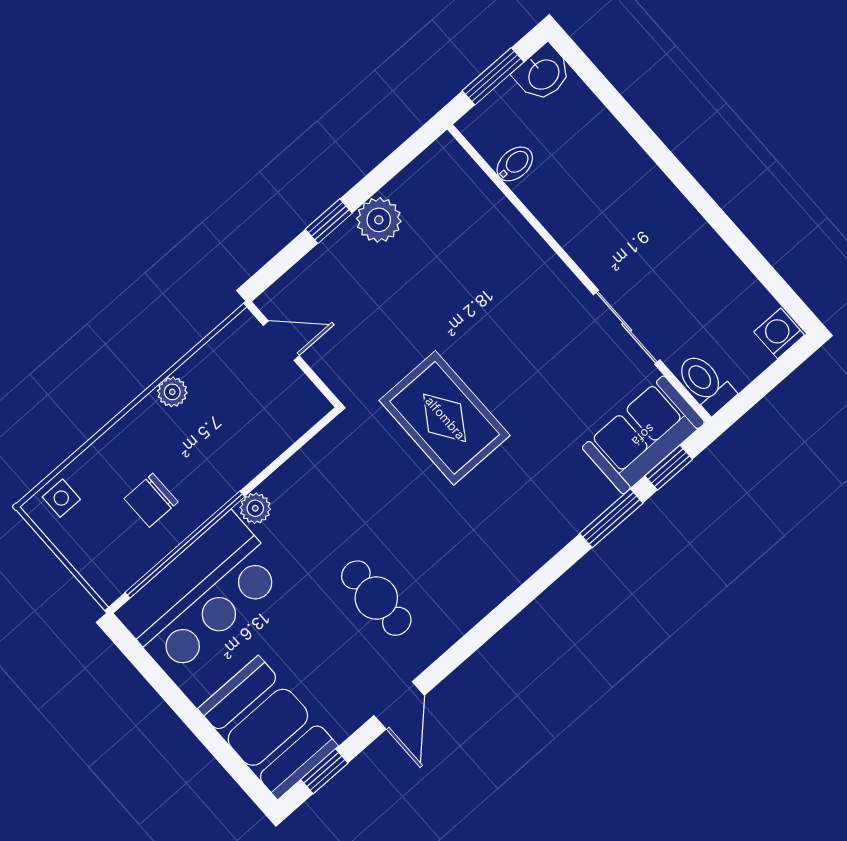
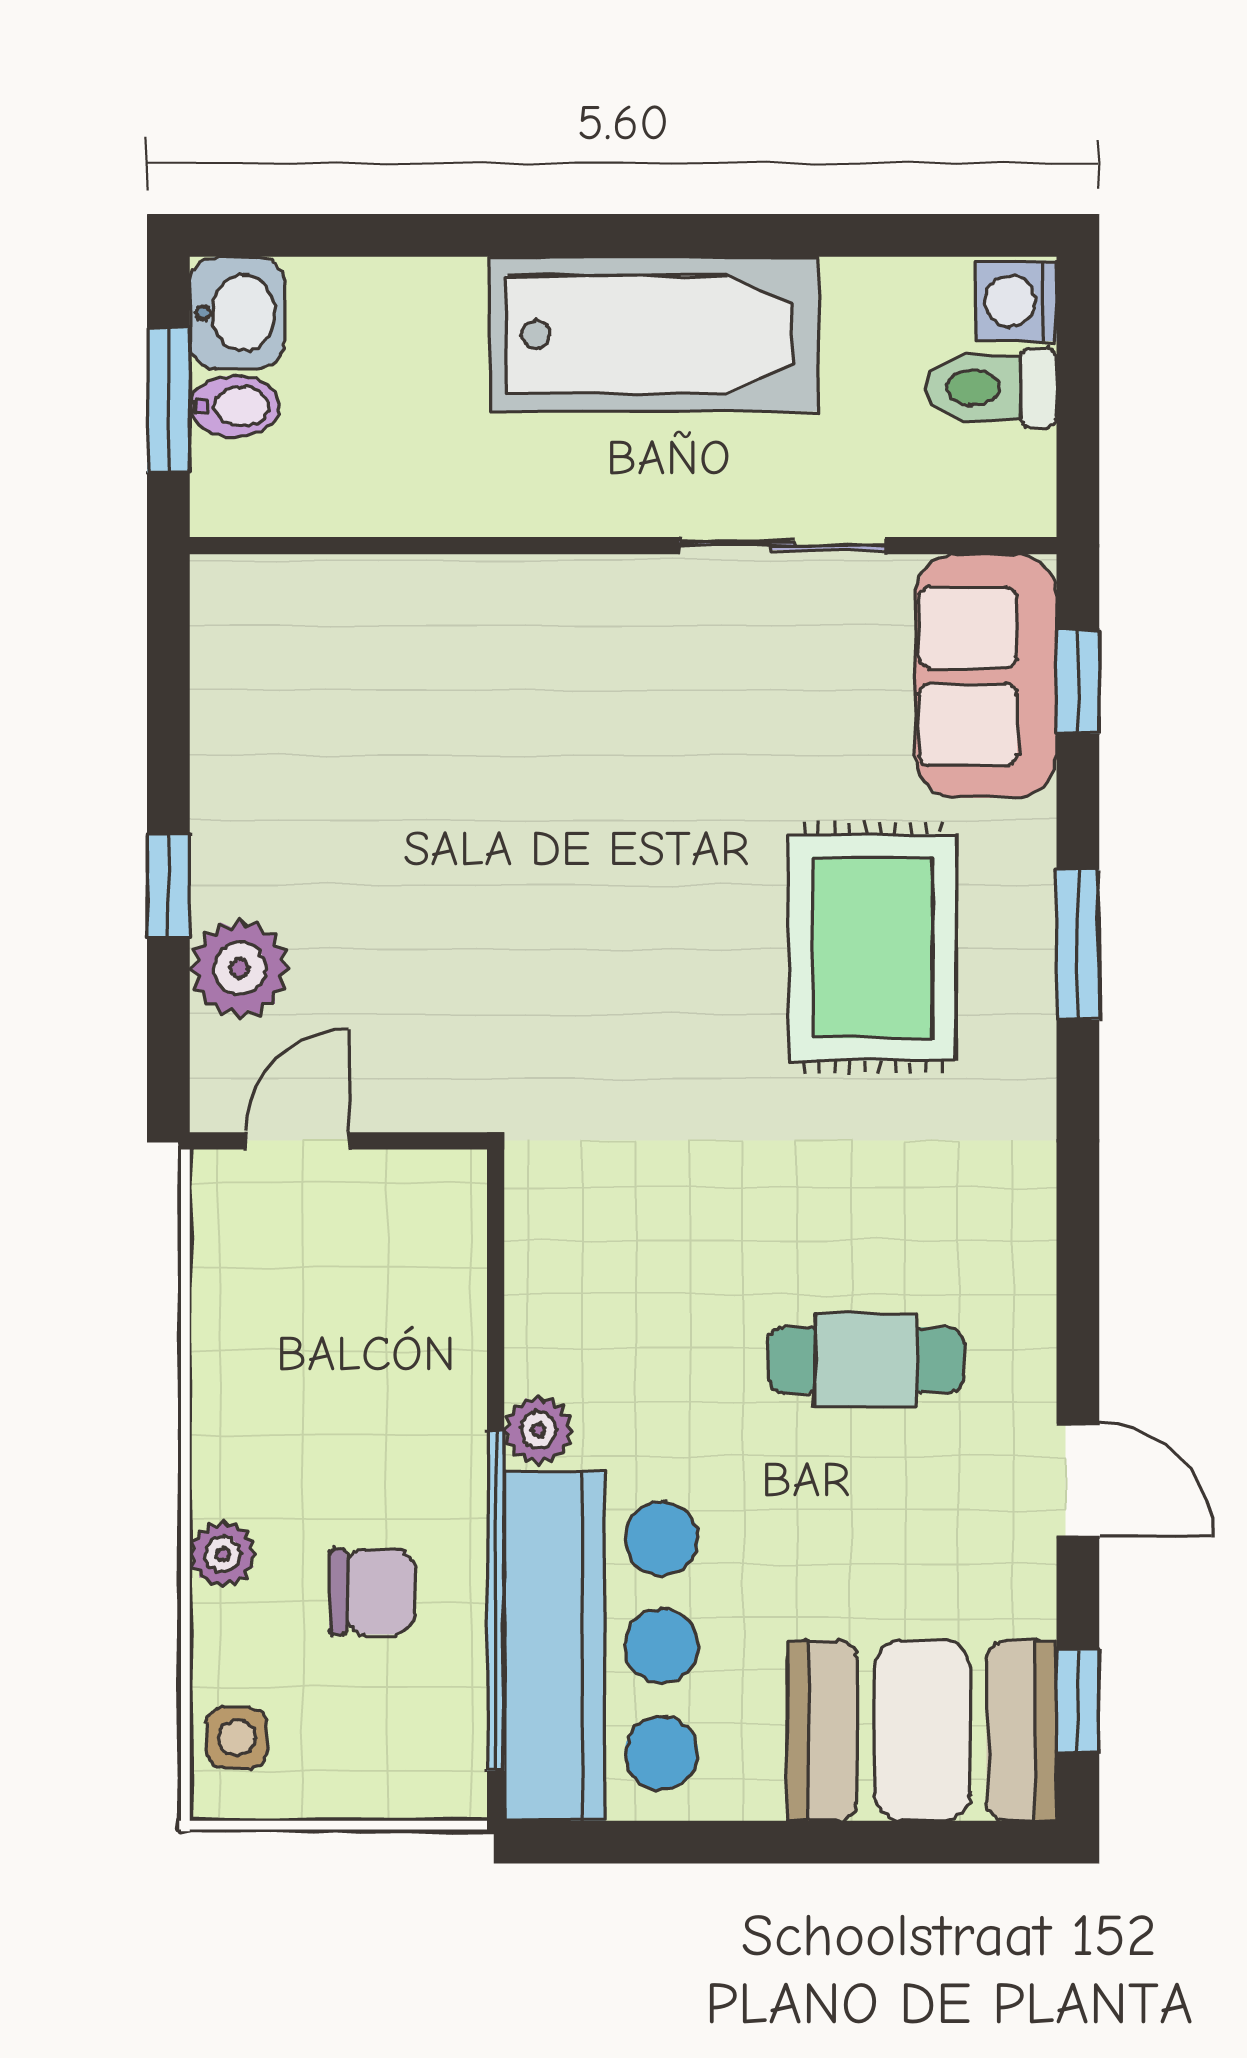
bidet: (515, 164) -> (234, 406), moved, turned 90
plant: (379, 220) -> (240, 968), moved
bathtub: (660, 221) -> (654, 334), added
toilet: (705, 383) -> (991, 388), moved
plant: (172, 392) -> (223, 1554), moved
rug: (445, 418) -> (872, 947), moved, turned 90
chair: (151, 500) -> (372, 1592), turned -90
window: (611, 518) -> (1078, 945), moved

